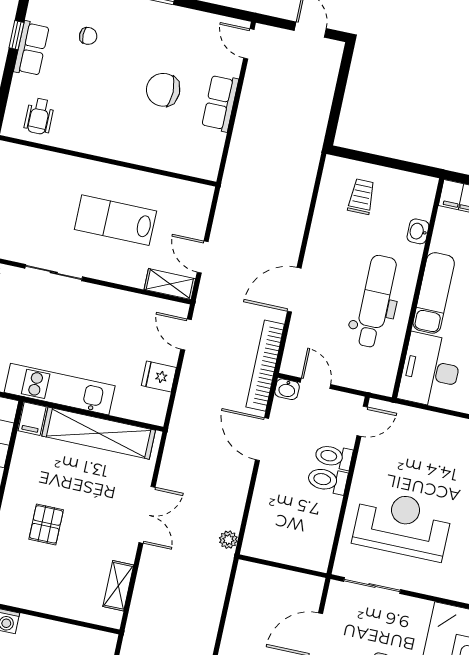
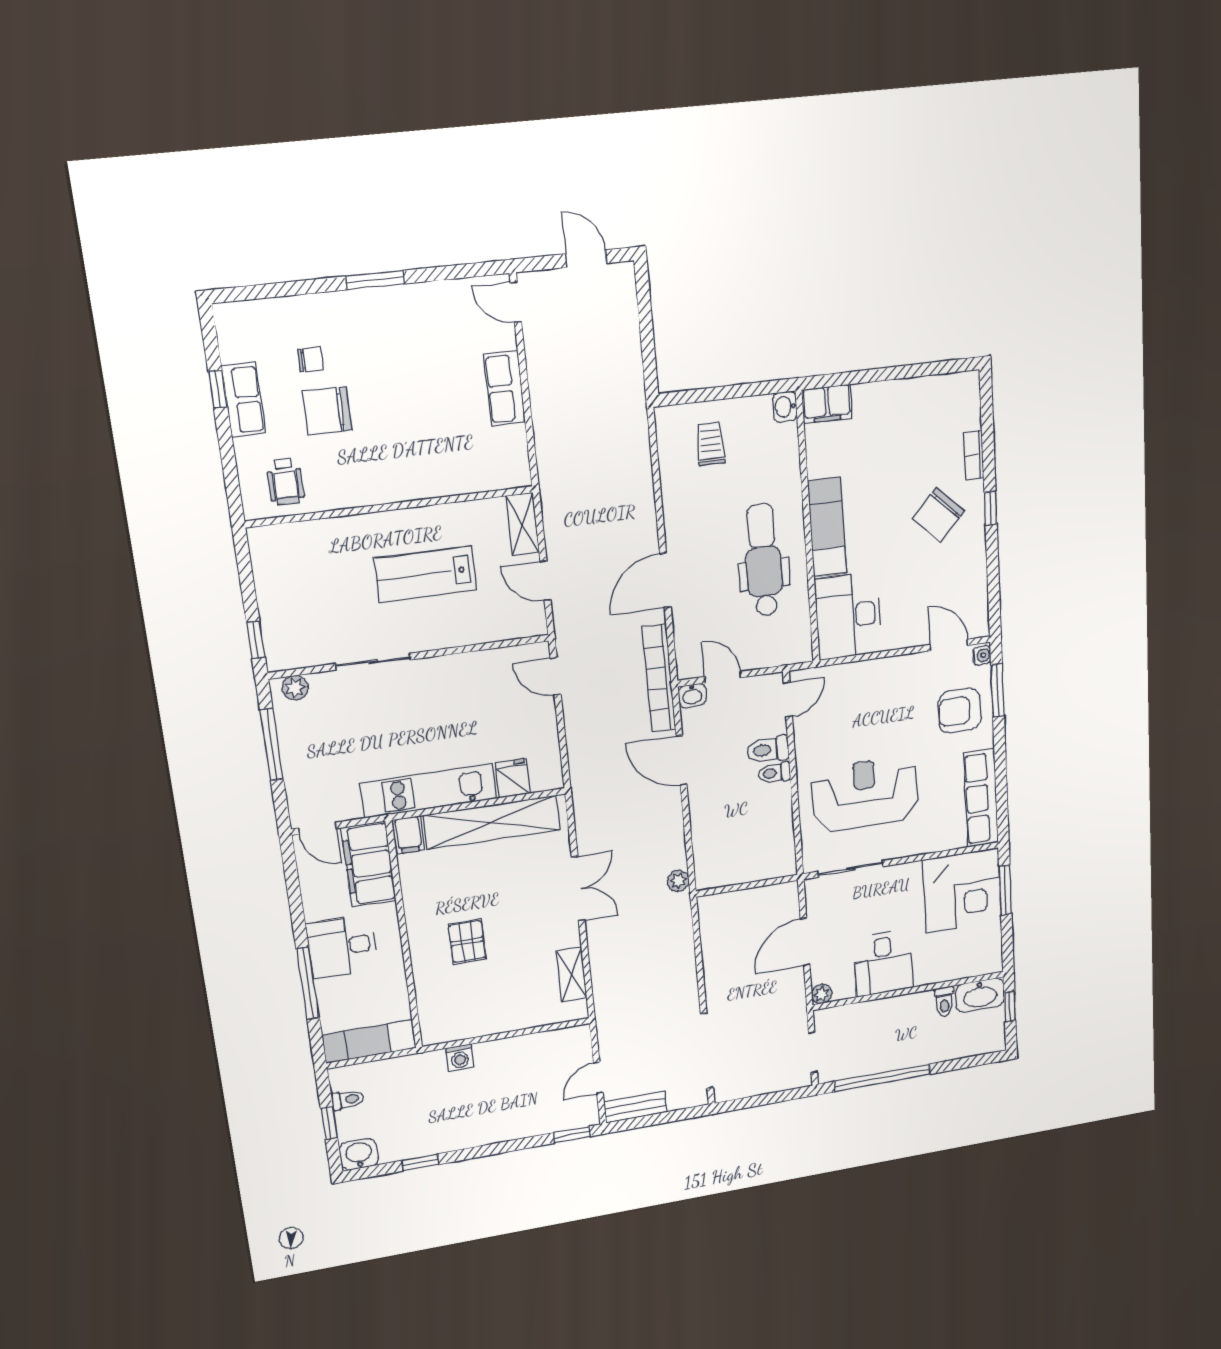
chair: (163, 90) -> (327, 411), moved
washbasin: (418, 231) -> (785, 407), moved
shelving: (170, 284) -> (523, 524), moved, turned 90
fridge: (159, 376) -> (512, 778), moved, turned 90
toilet: (327, 480) -> (774, 773), width x0.73, depth x0.72

